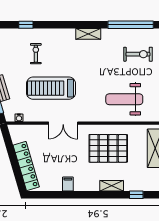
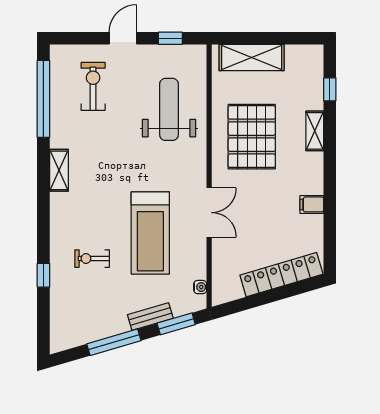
weight bench: (124, 99) -> (169, 109), turned 180

